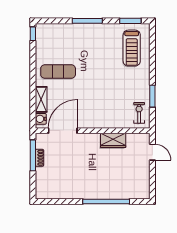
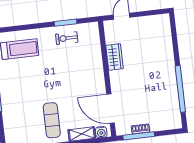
exercise bike: (139, 113) -> (67, 38), moved
window: (106, 201) -> (180, 89), moved

